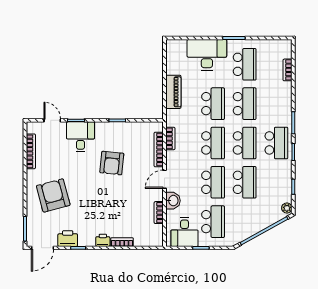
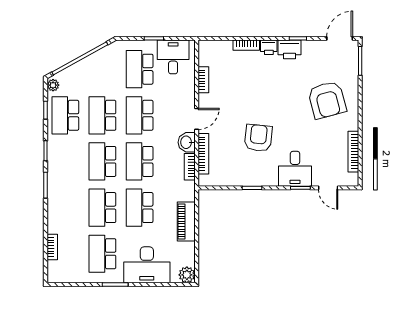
plant: (173, 46) -> (187, 275), added
school desk: (276, 143) -> (65, 115), moved
washbasin: (173, 201) -> (187, 142), moved
printer: (68, 239) -> (290, 49), moved

